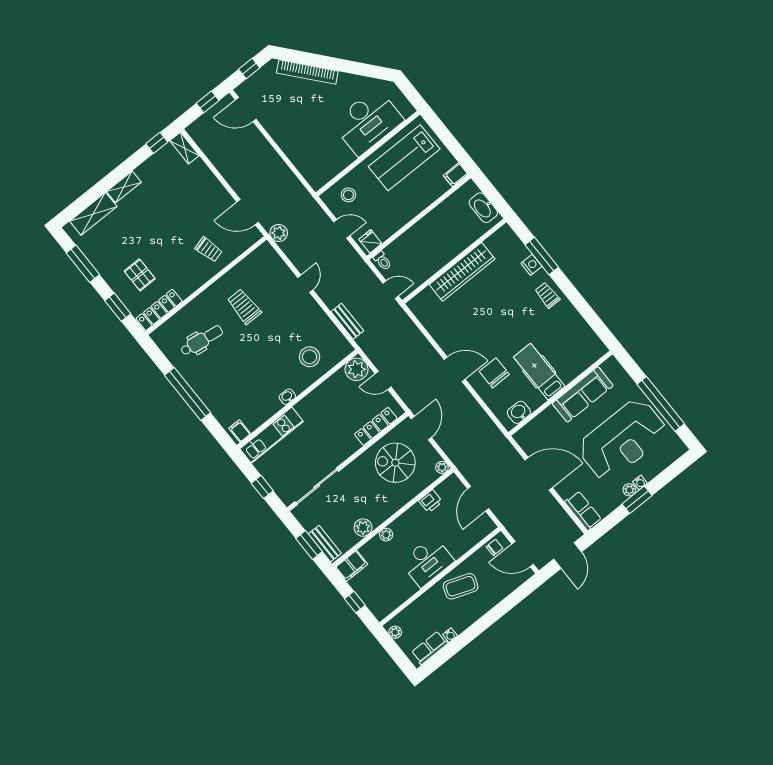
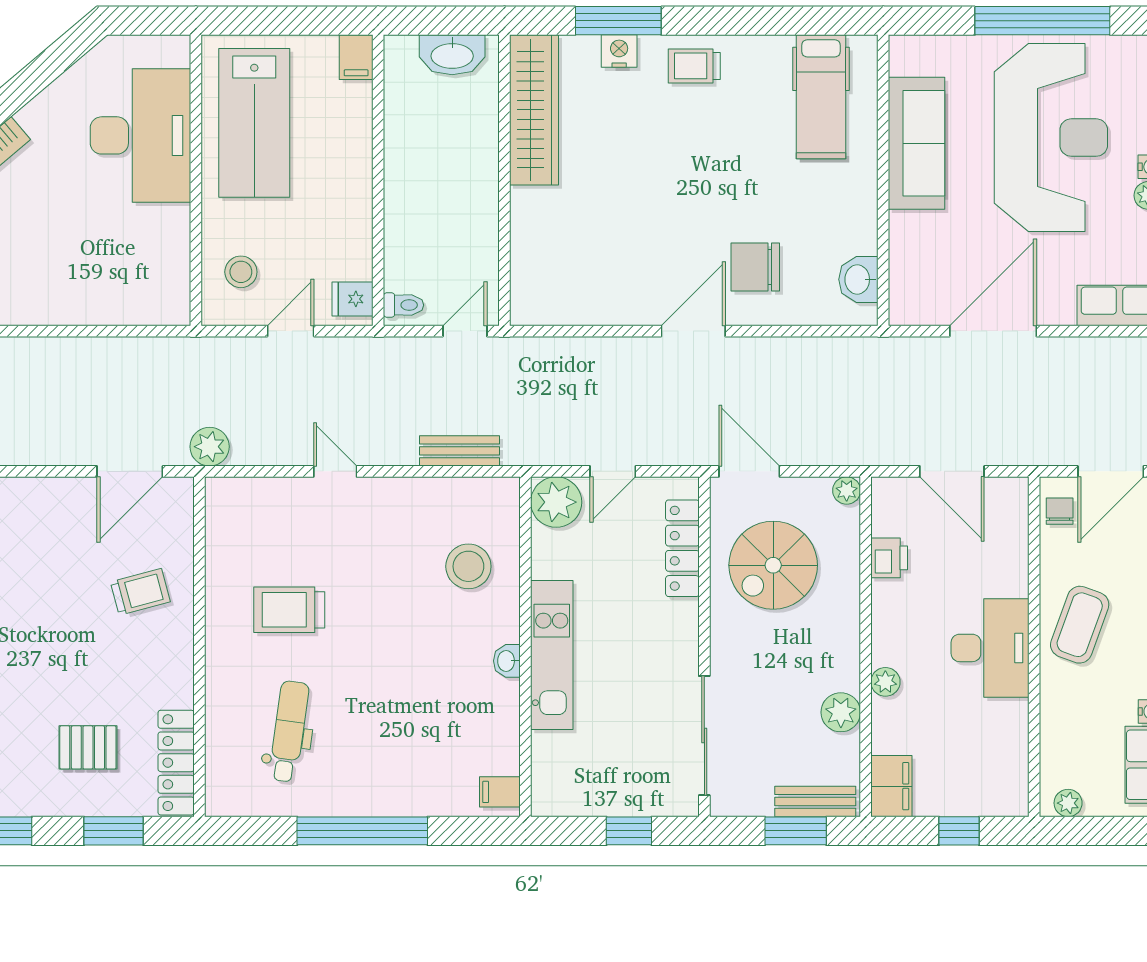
wardrobe: (462, 272) -> (534, 110), moved
hospital bed: (539, 372) -> (821, 97), moved, turned -90
kitchen unit: (272, 435) -> (552, 655), moved

